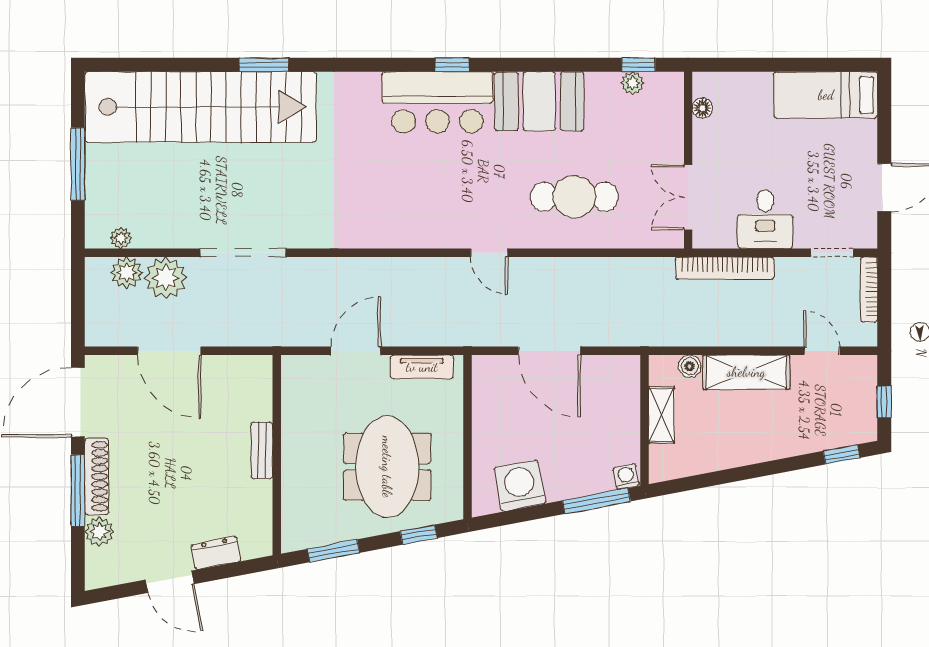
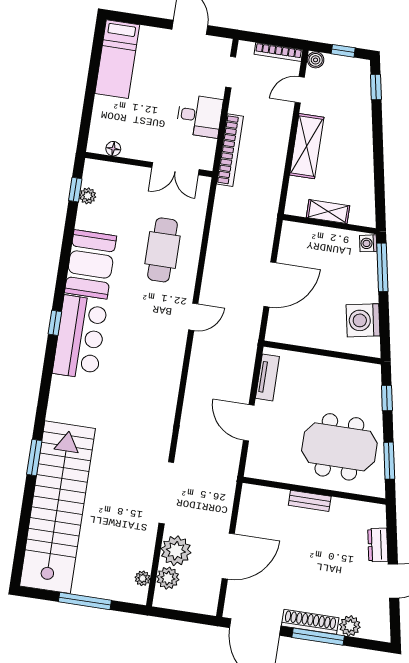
bookcase: (869, 290) -> (278, 52), moved
boiler: (690, 366) -> (316, 60), moved
meeting table: (387, 467) -> (339, 447), moved

